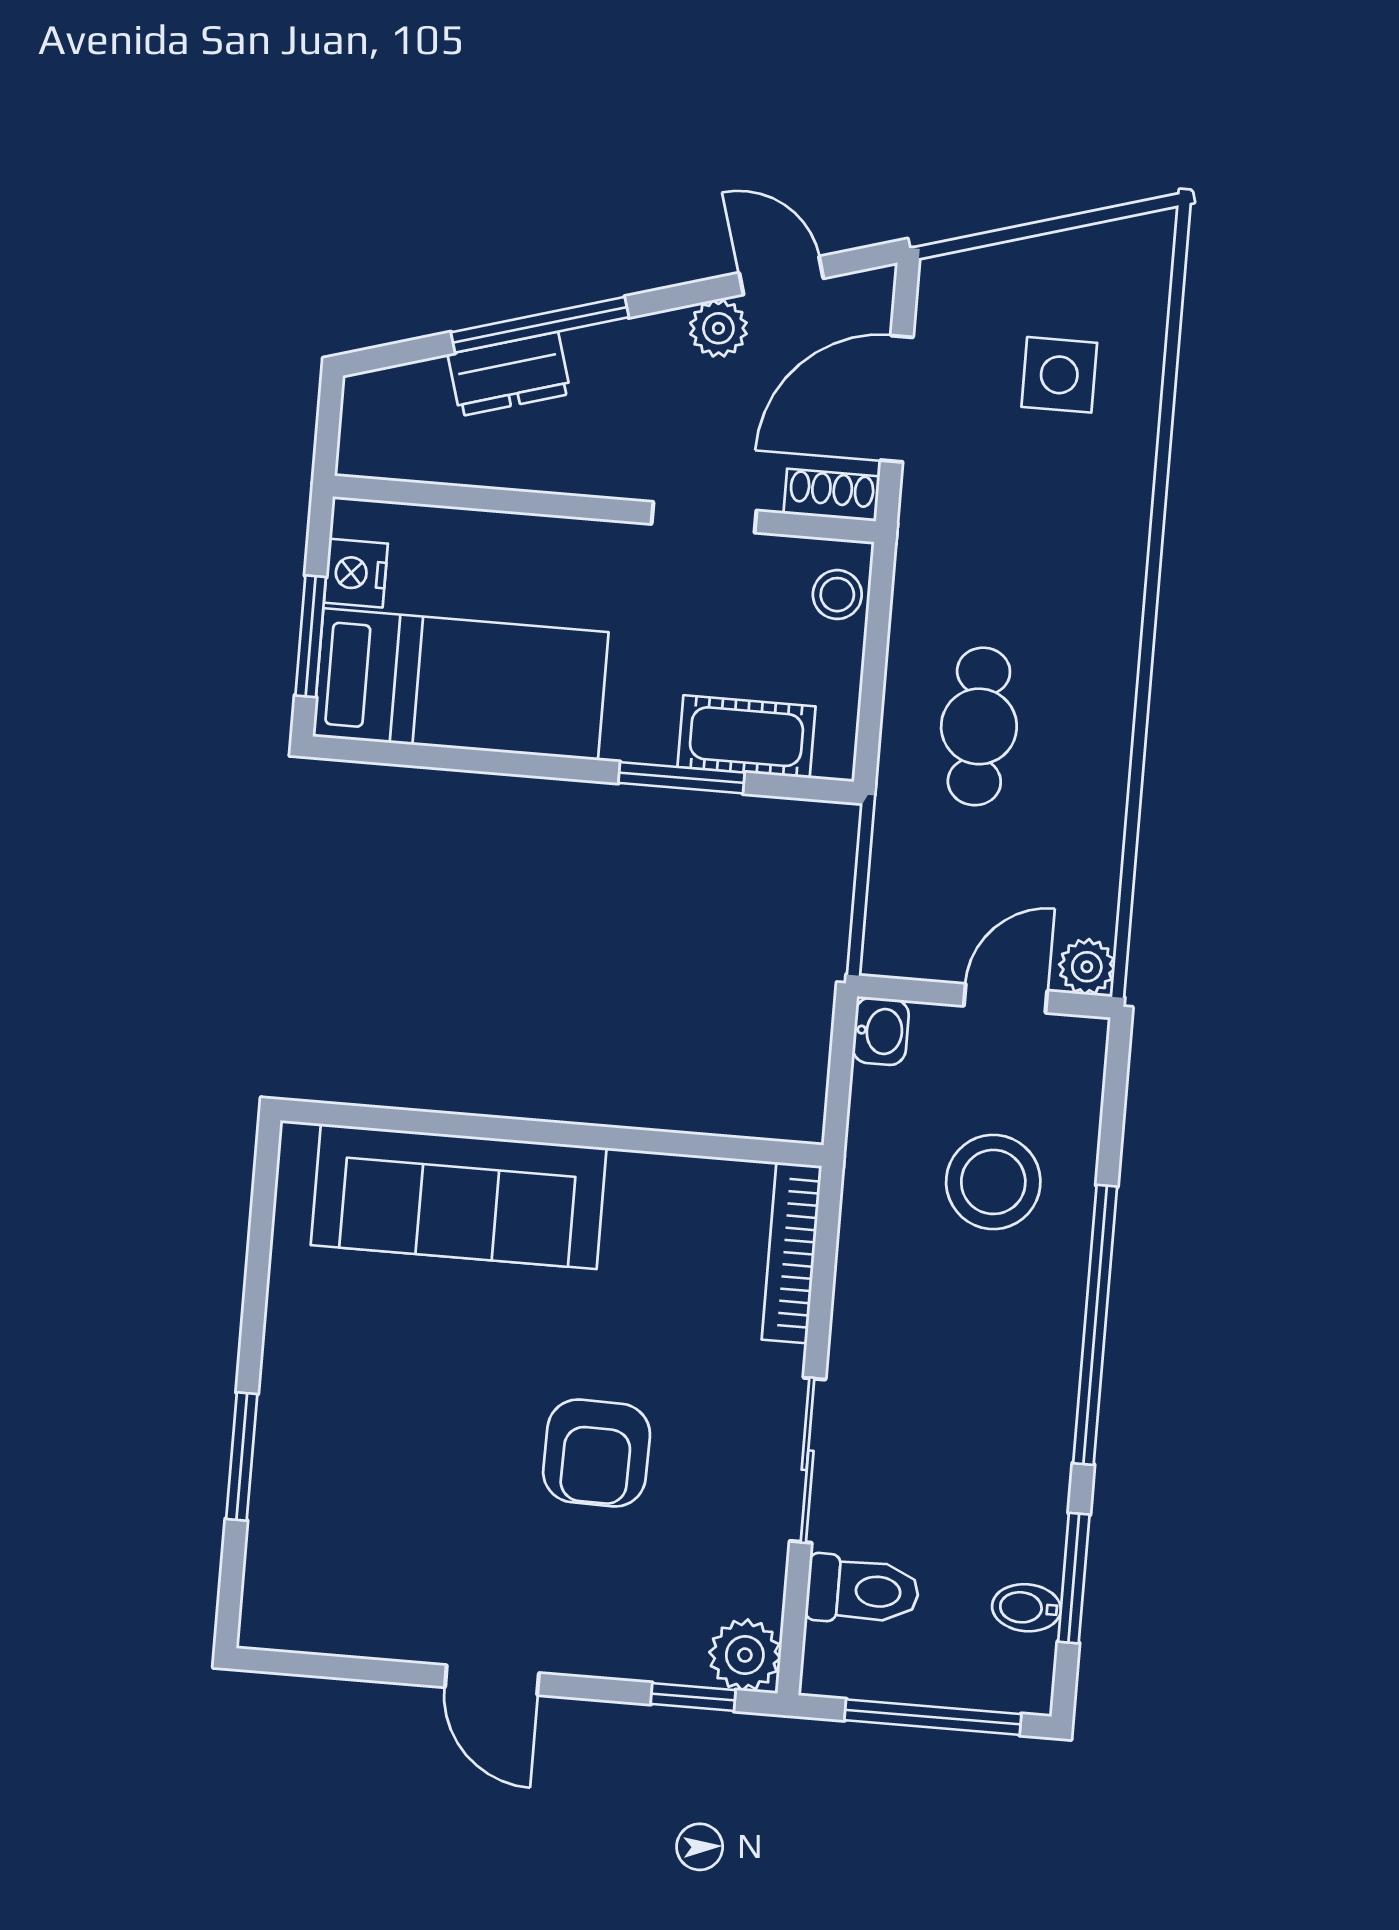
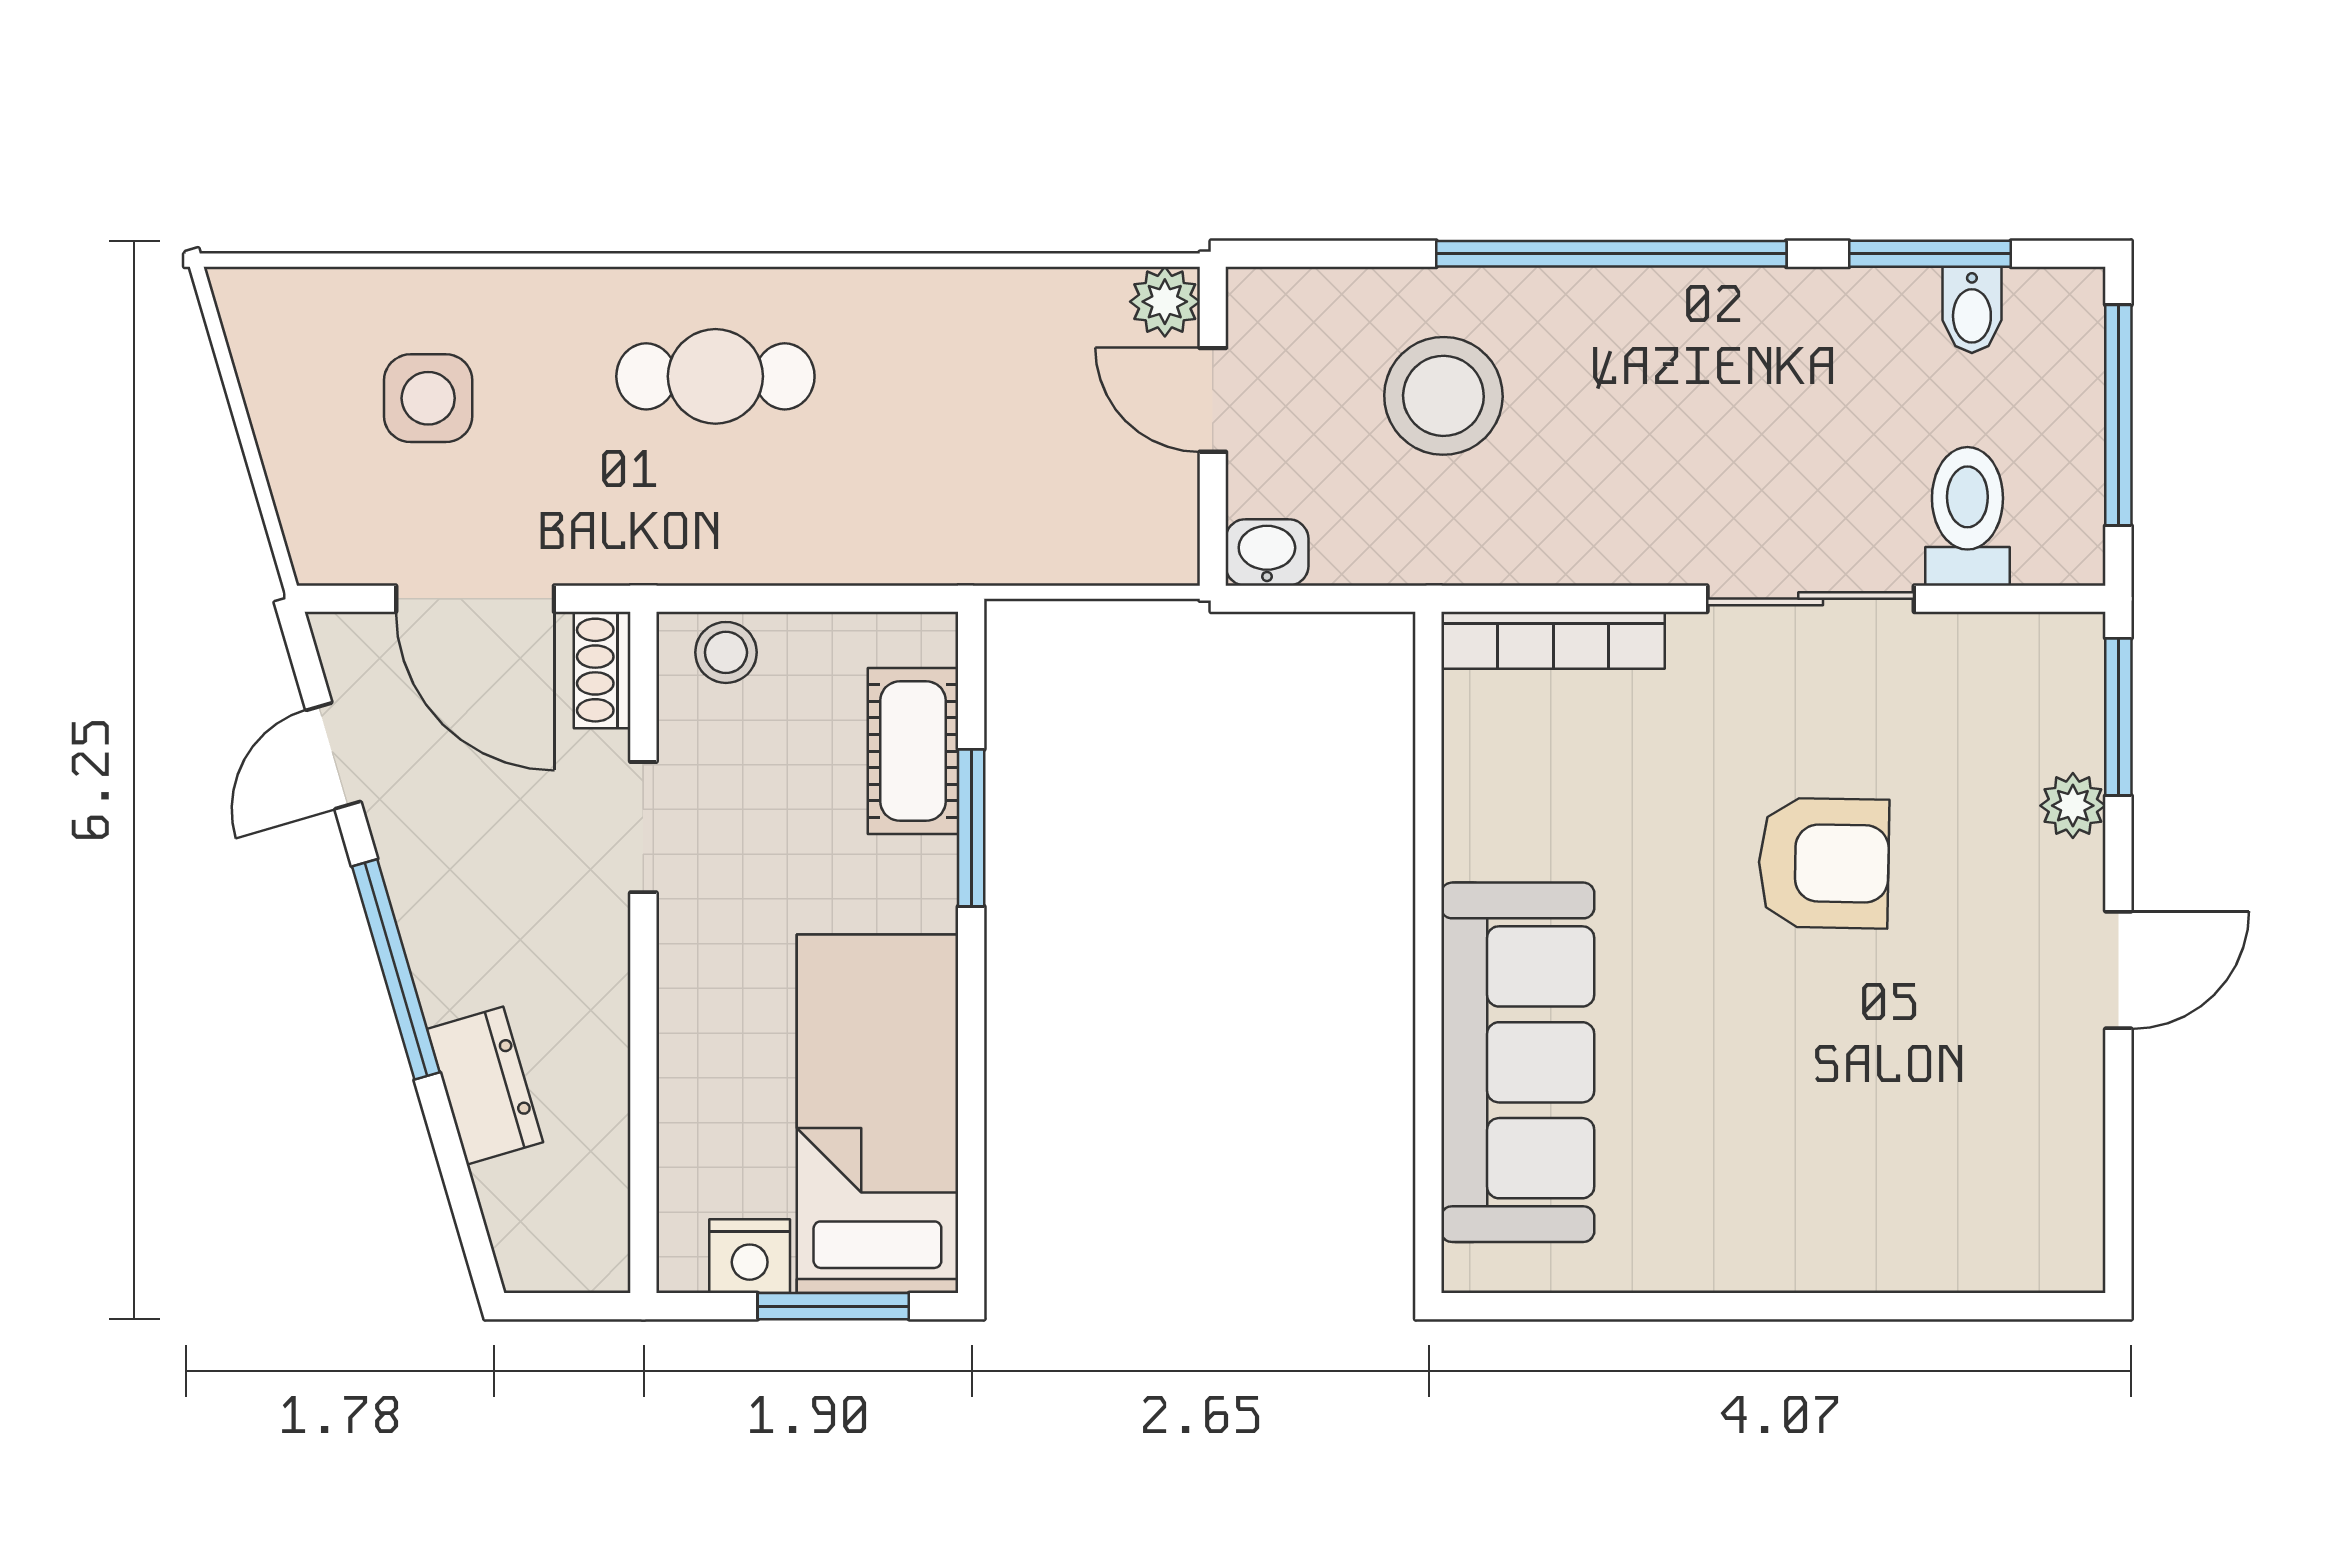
window: (540, 325) -> (396, 969), moved
plant: (718, 328) -> (406, 829), removed
cafe table: (979, 726) -> (715, 376), moved
window: (242, 1457) -> (1865, 1306), removed
plant: (745, 1655) -> (2073, 806), moved, width x0.73, depth x0.73
window: (693, 1697) -> (2118, 717), width x1.50

